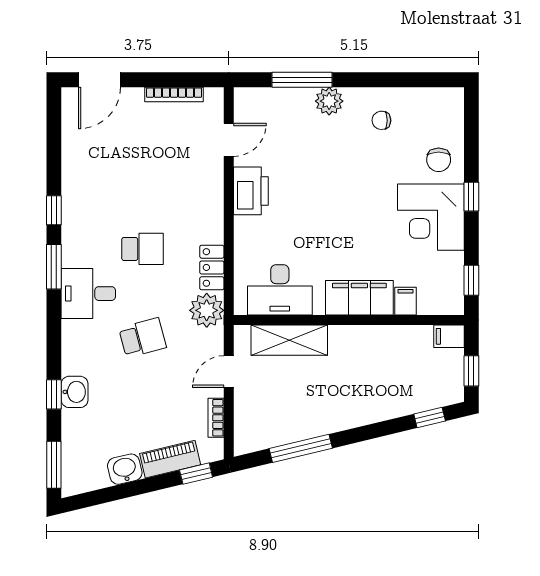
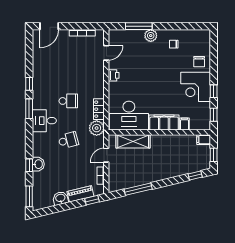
printer: (251, 191) -> (114, 75), width x0.53, depth x0.68
window: (471, 197) -> (214, 91), moved
desk: (280, 290) -> (129, 116), width x1.36, depth x1.30

